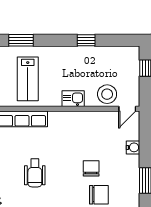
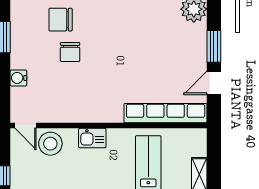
door: (127, 109) -> (26, 126), swing flipped
wheelchair: (35, 173) -> (140, 46), removed

